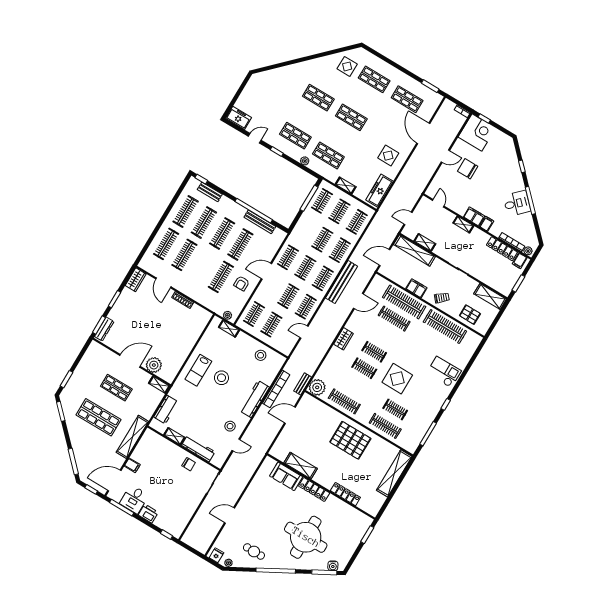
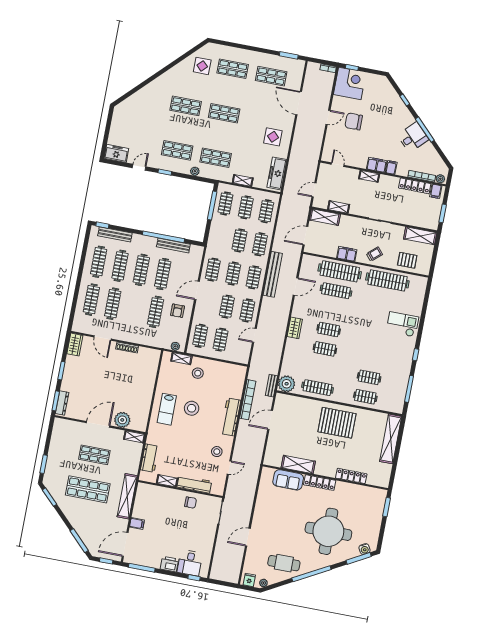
bench: (210, 192) -> (115, 234), width x1.36
shelving: (414, 251) -> (325, 217), width x0.68
stool: (261, 355) -> (198, 373), moved
display table: (397, 379) -> (360, 347), removed
clothes rail: (385, 426) -> (365, 397), width x0.73
desk: (134, 499) -> (190, 563), moved
cafe table: (254, 551) -> (284, 563), width x1.37, depth x1.35

